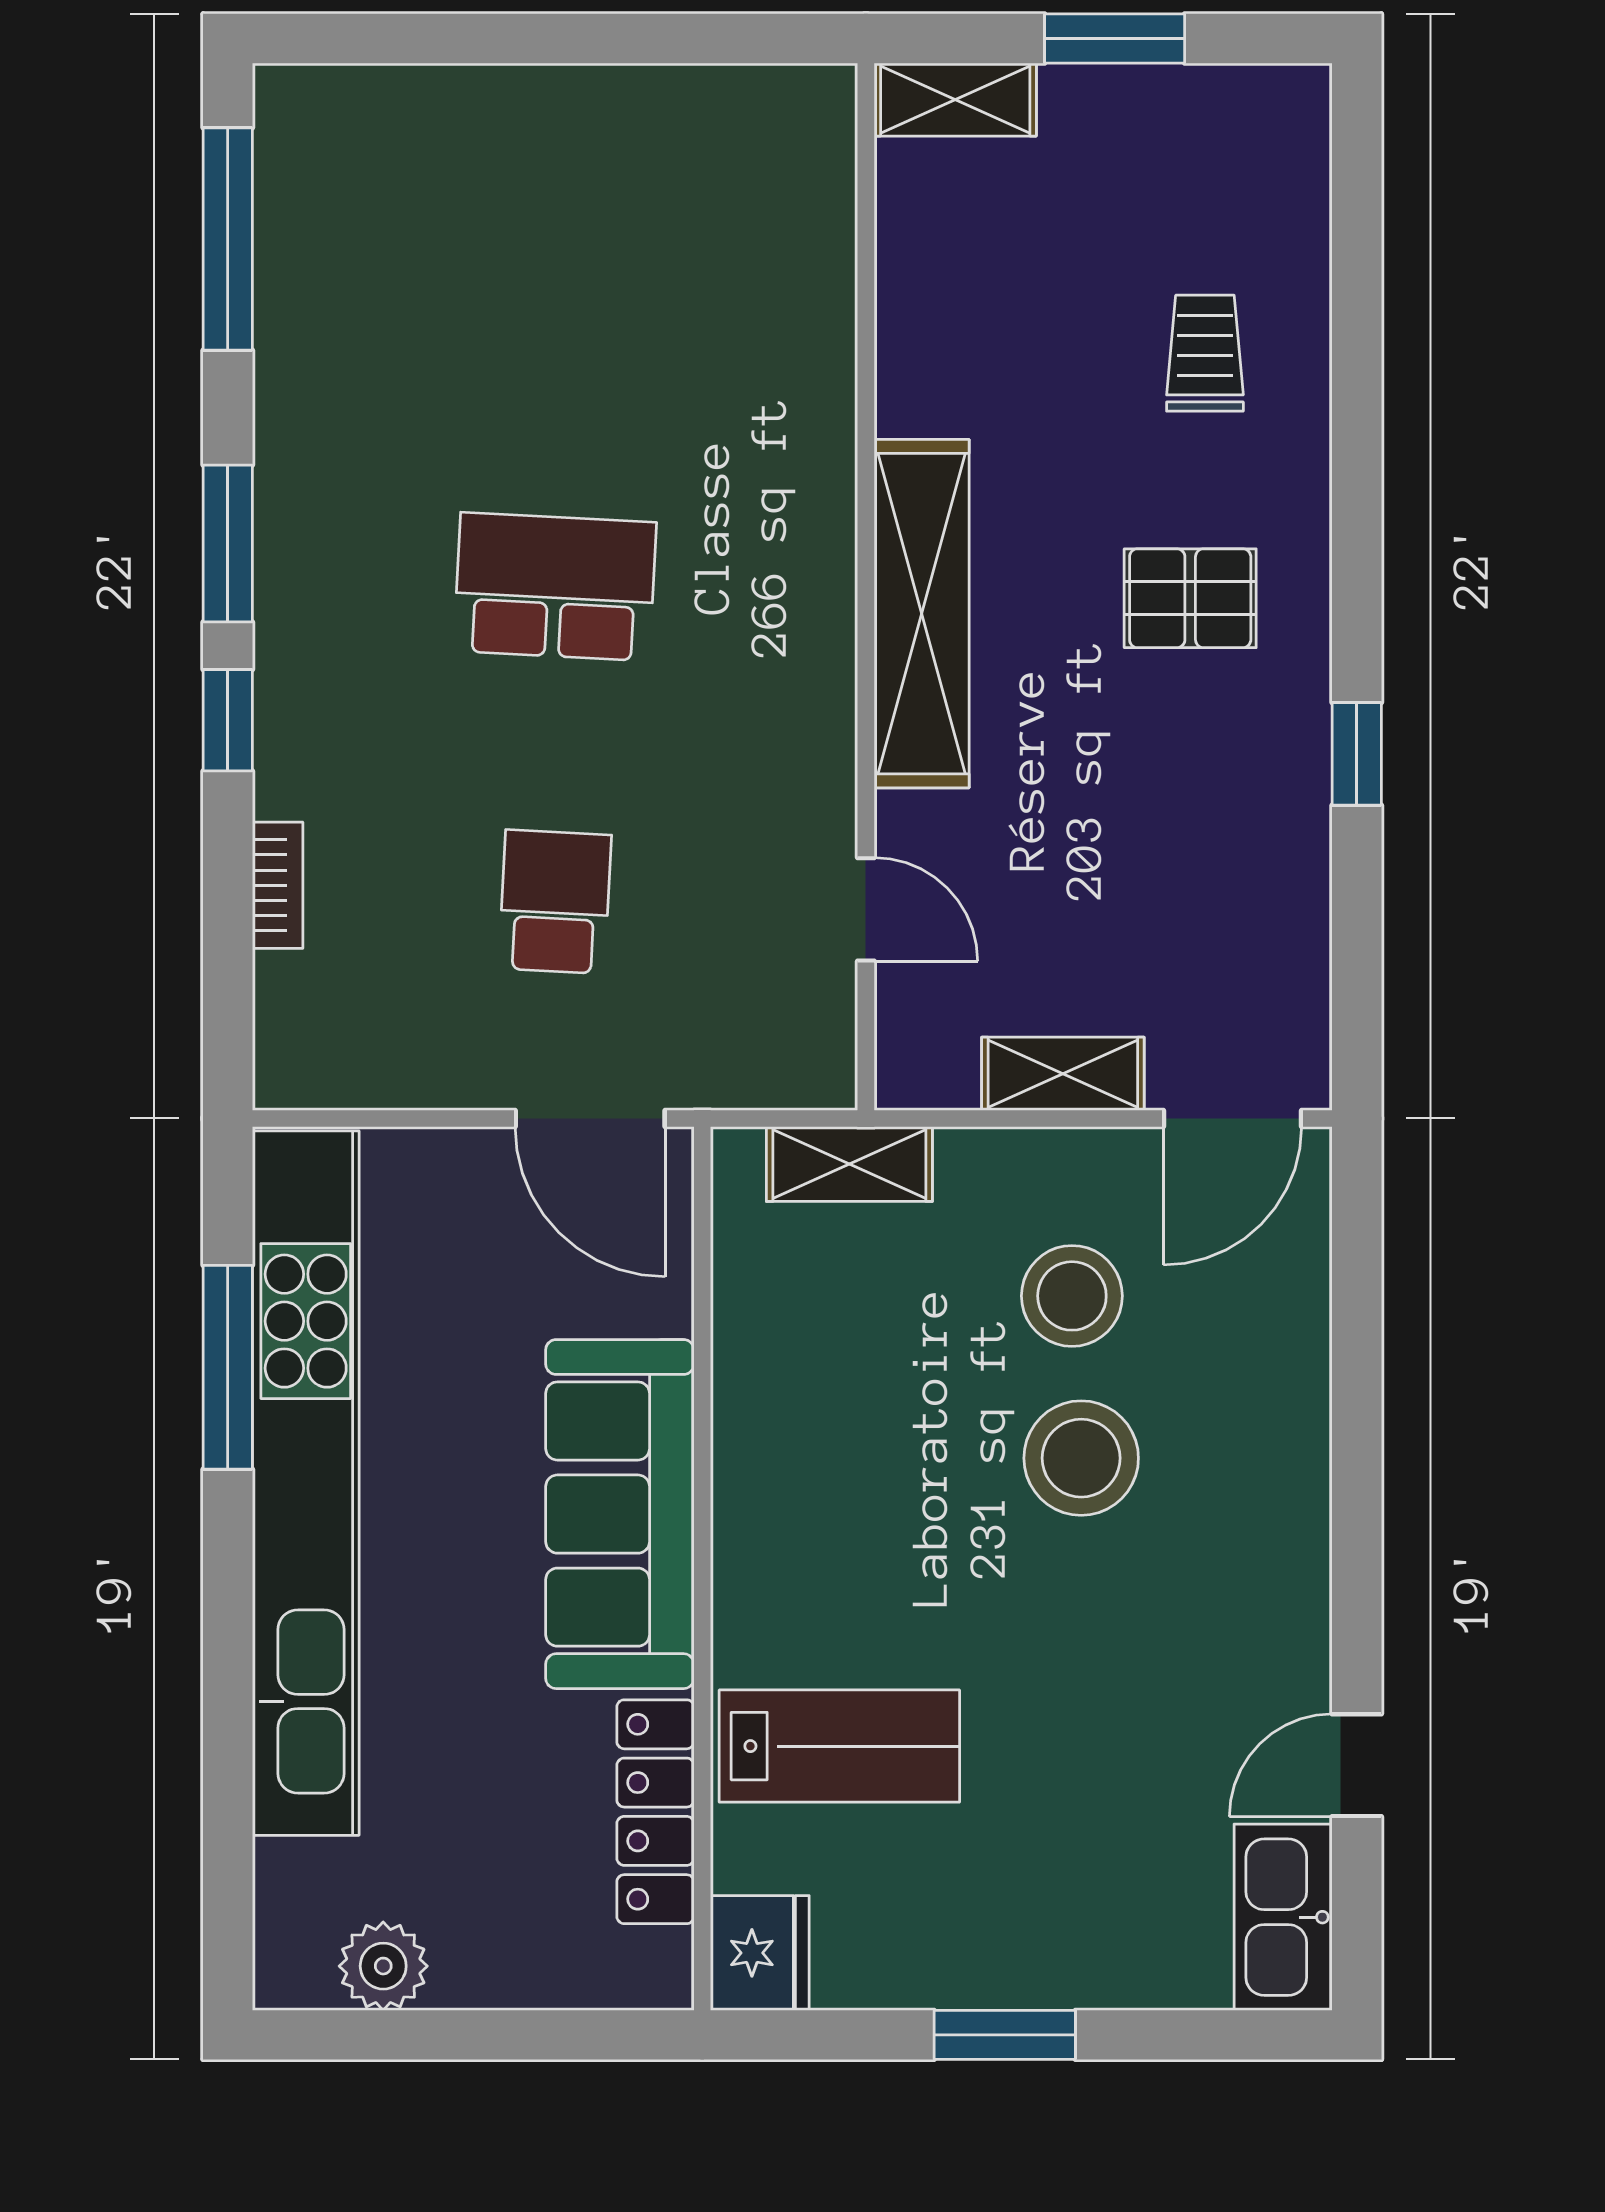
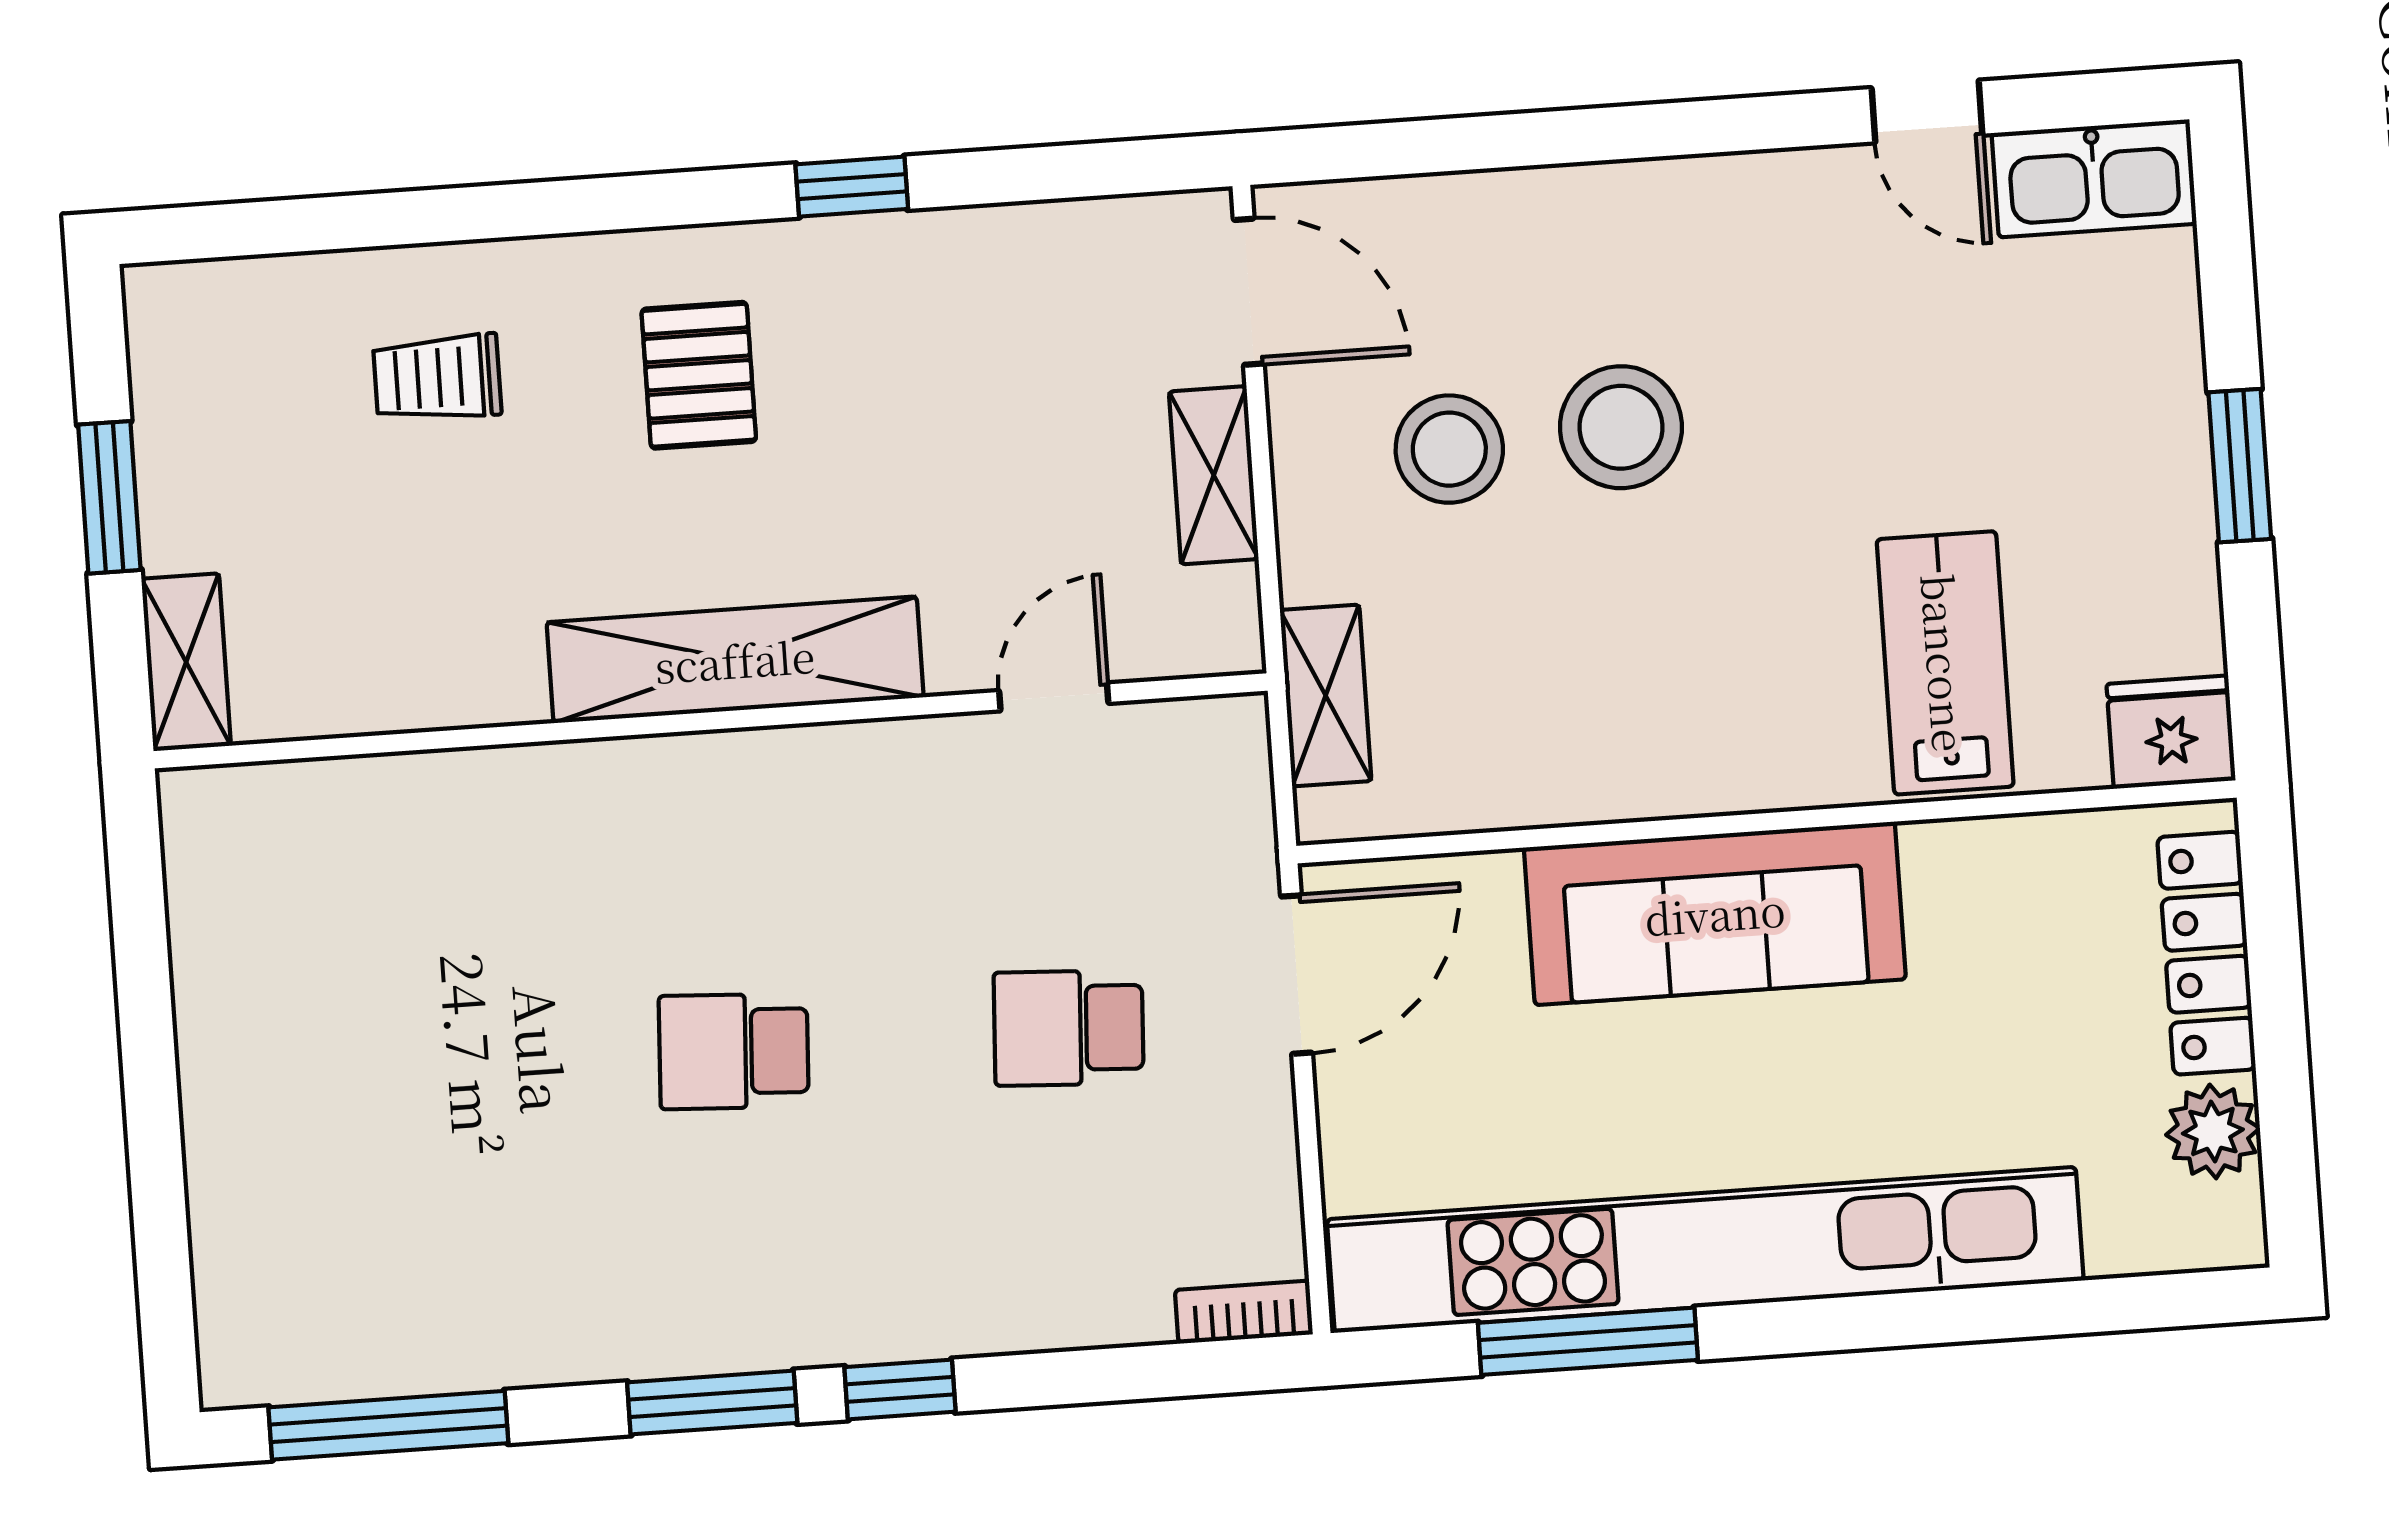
school desk: (555, 587) -> (734, 1051), width x0.54
bookcase: (278, 885) -> (1244, 1312), moved
locker: (655, 1812) -> (2206, 953), moved, turned 90

